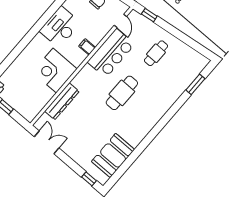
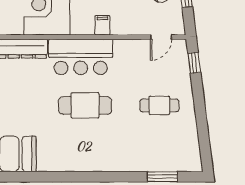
bar counter: (111, 53) -> (81, 57), moved

